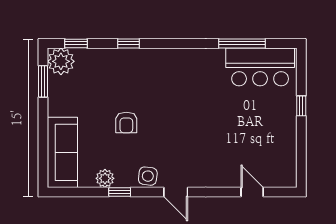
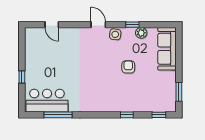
plant: (61, 61) -> (168, 104), removed

